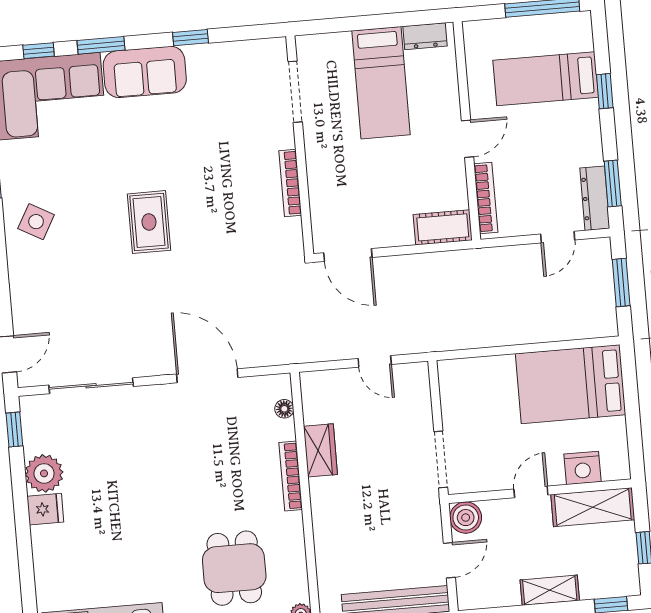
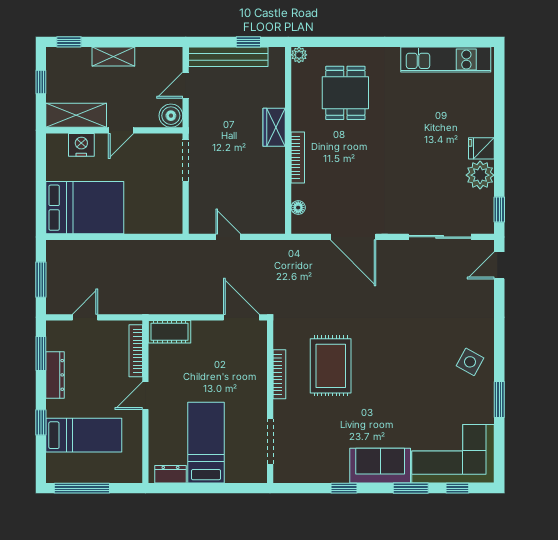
dresser: (595, 198) -> (55, 375), moved
rug: (149, 222) -> (331, 366), moved, width x1.36, depth x1.43
wardrobe: (320, 450) -> (274, 127), moved

